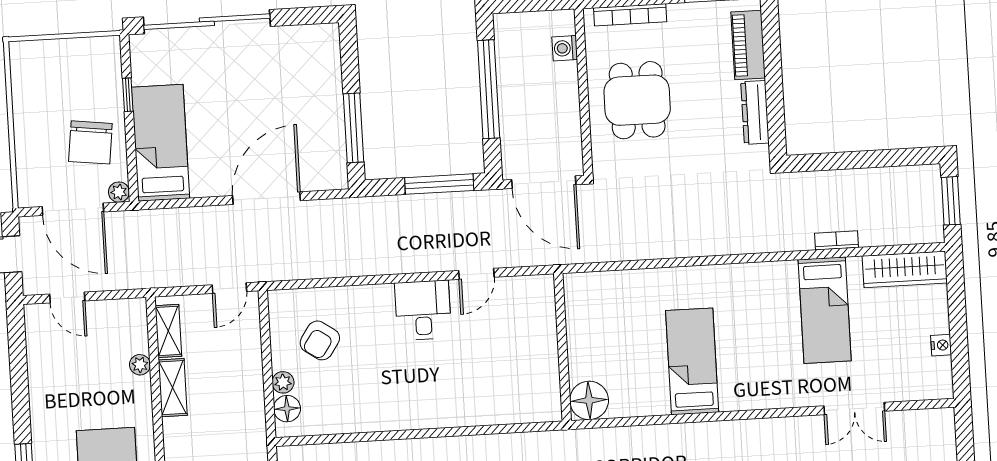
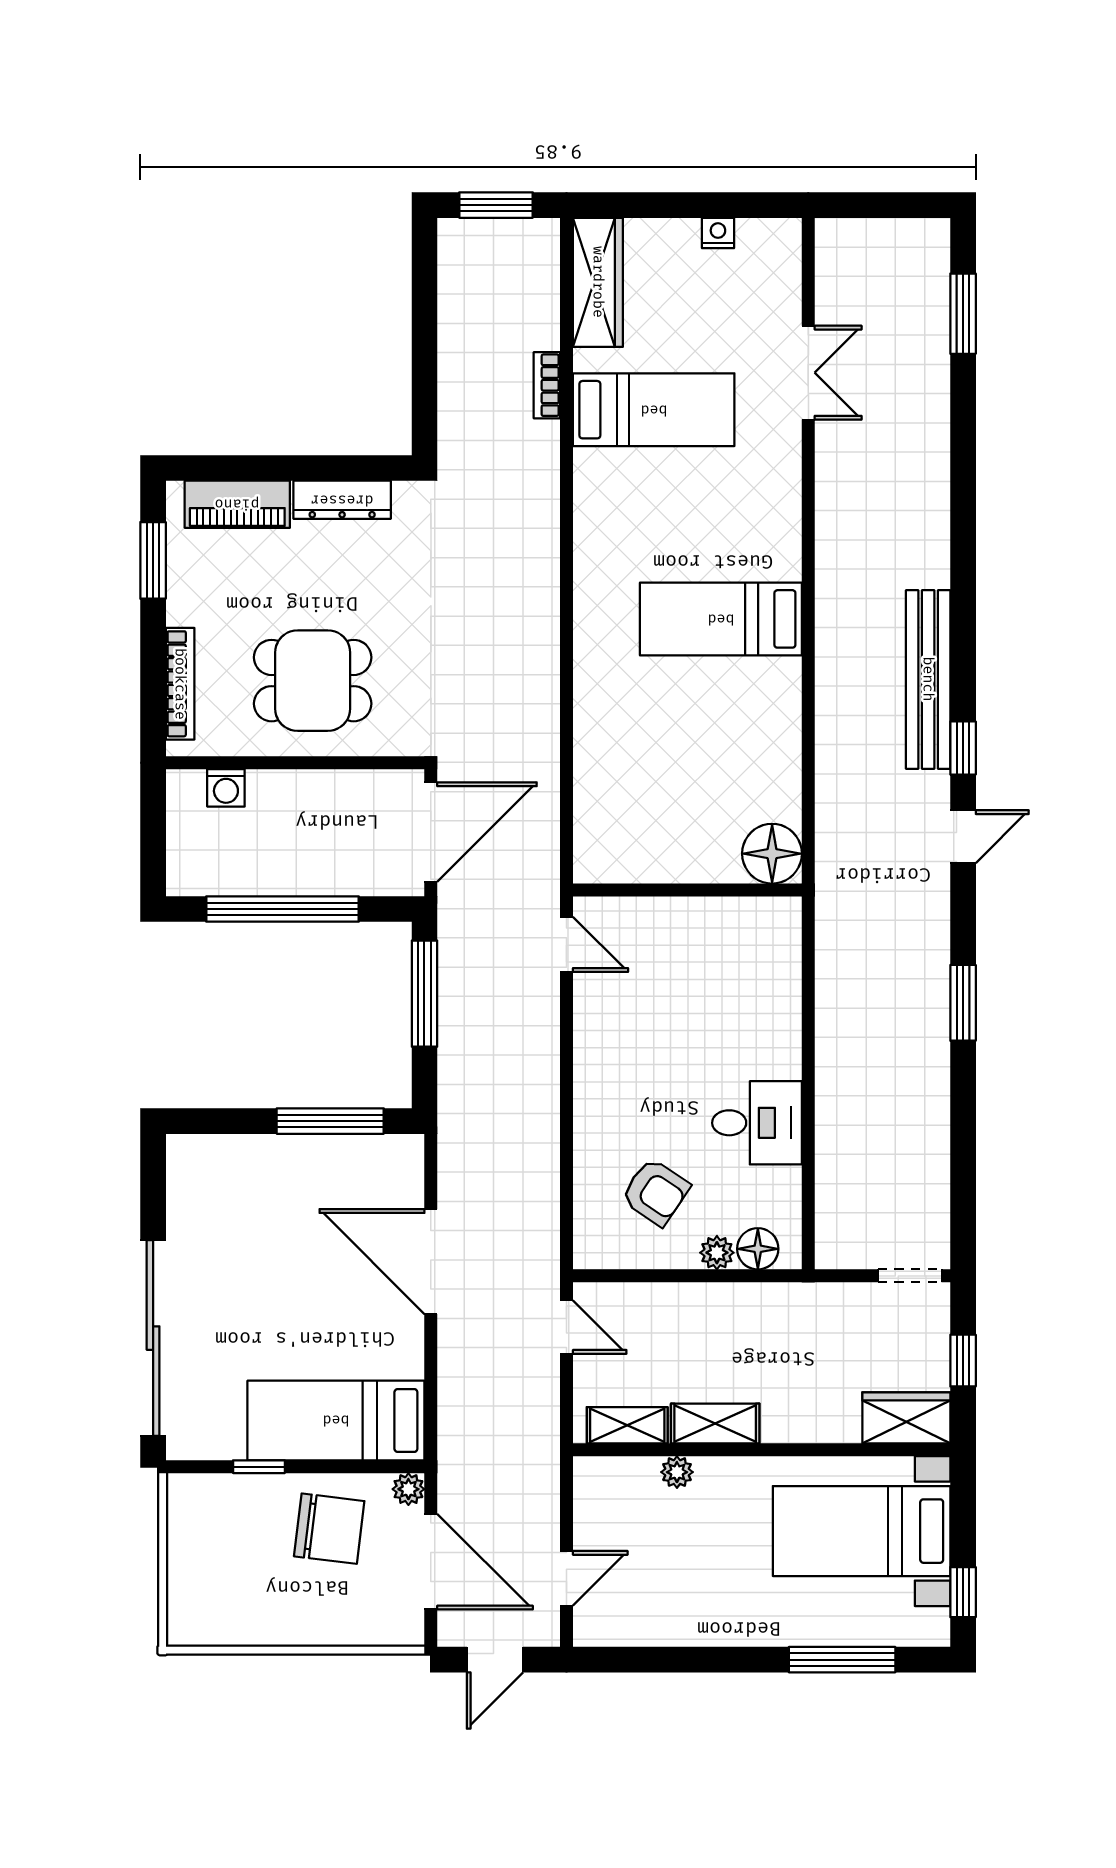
door: (73, 209) -> (431, 1562), hinge flipped
desk: (423, 310) -> (757, 1123), moved, turned 180
wall: (562, 347) -> (687, 890), moved
floor lamp: (589, 400) -> (772, 854), moved

